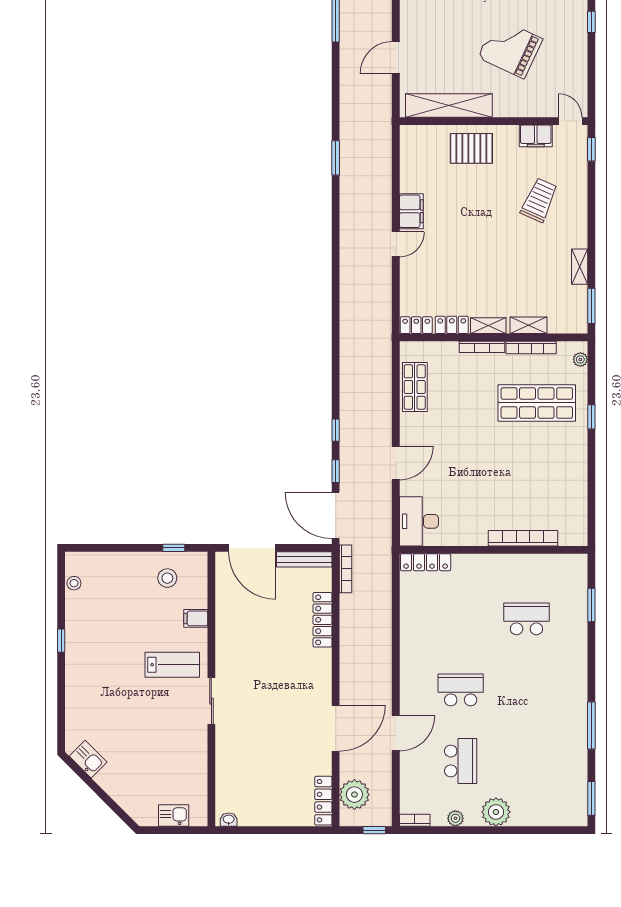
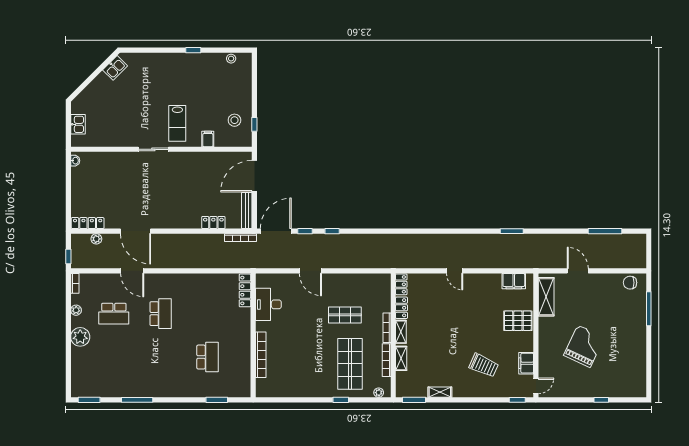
shelving: (449, 106) -> (546, 297), width x0.68
pallet: (471, 148) -> (518, 321), turned 90
filing cabinet: (411, 211) -> (514, 281), moved
shop shelf: (415, 387) -> (345, 315), moved
desk: (419, 521) -> (268, 304), moved, turned -90
locker: (322, 620) -> (213, 222), width x0.66
plant: (354, 795) -> (96, 239), width x0.53, depth x0.53

